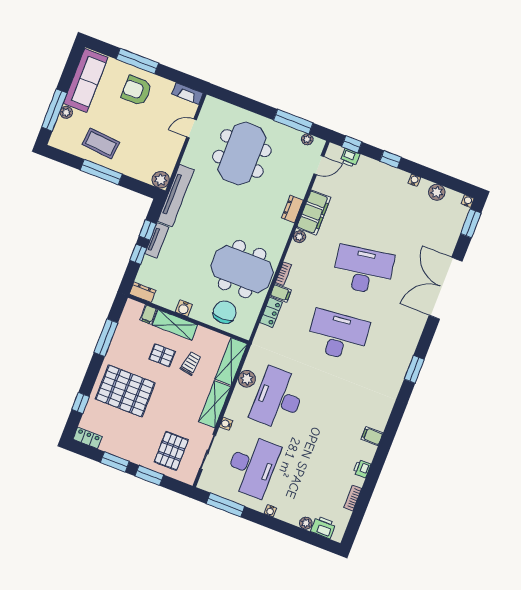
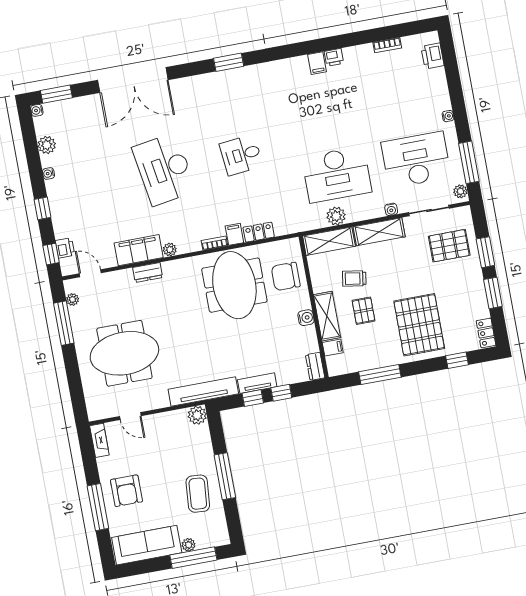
desk: (338, 335) -> (241, 155), width x0.53, depth x0.77
printer: (362, 469) -> (334, 57), moved
plant: (306, 523) -> (460, 191), moved

